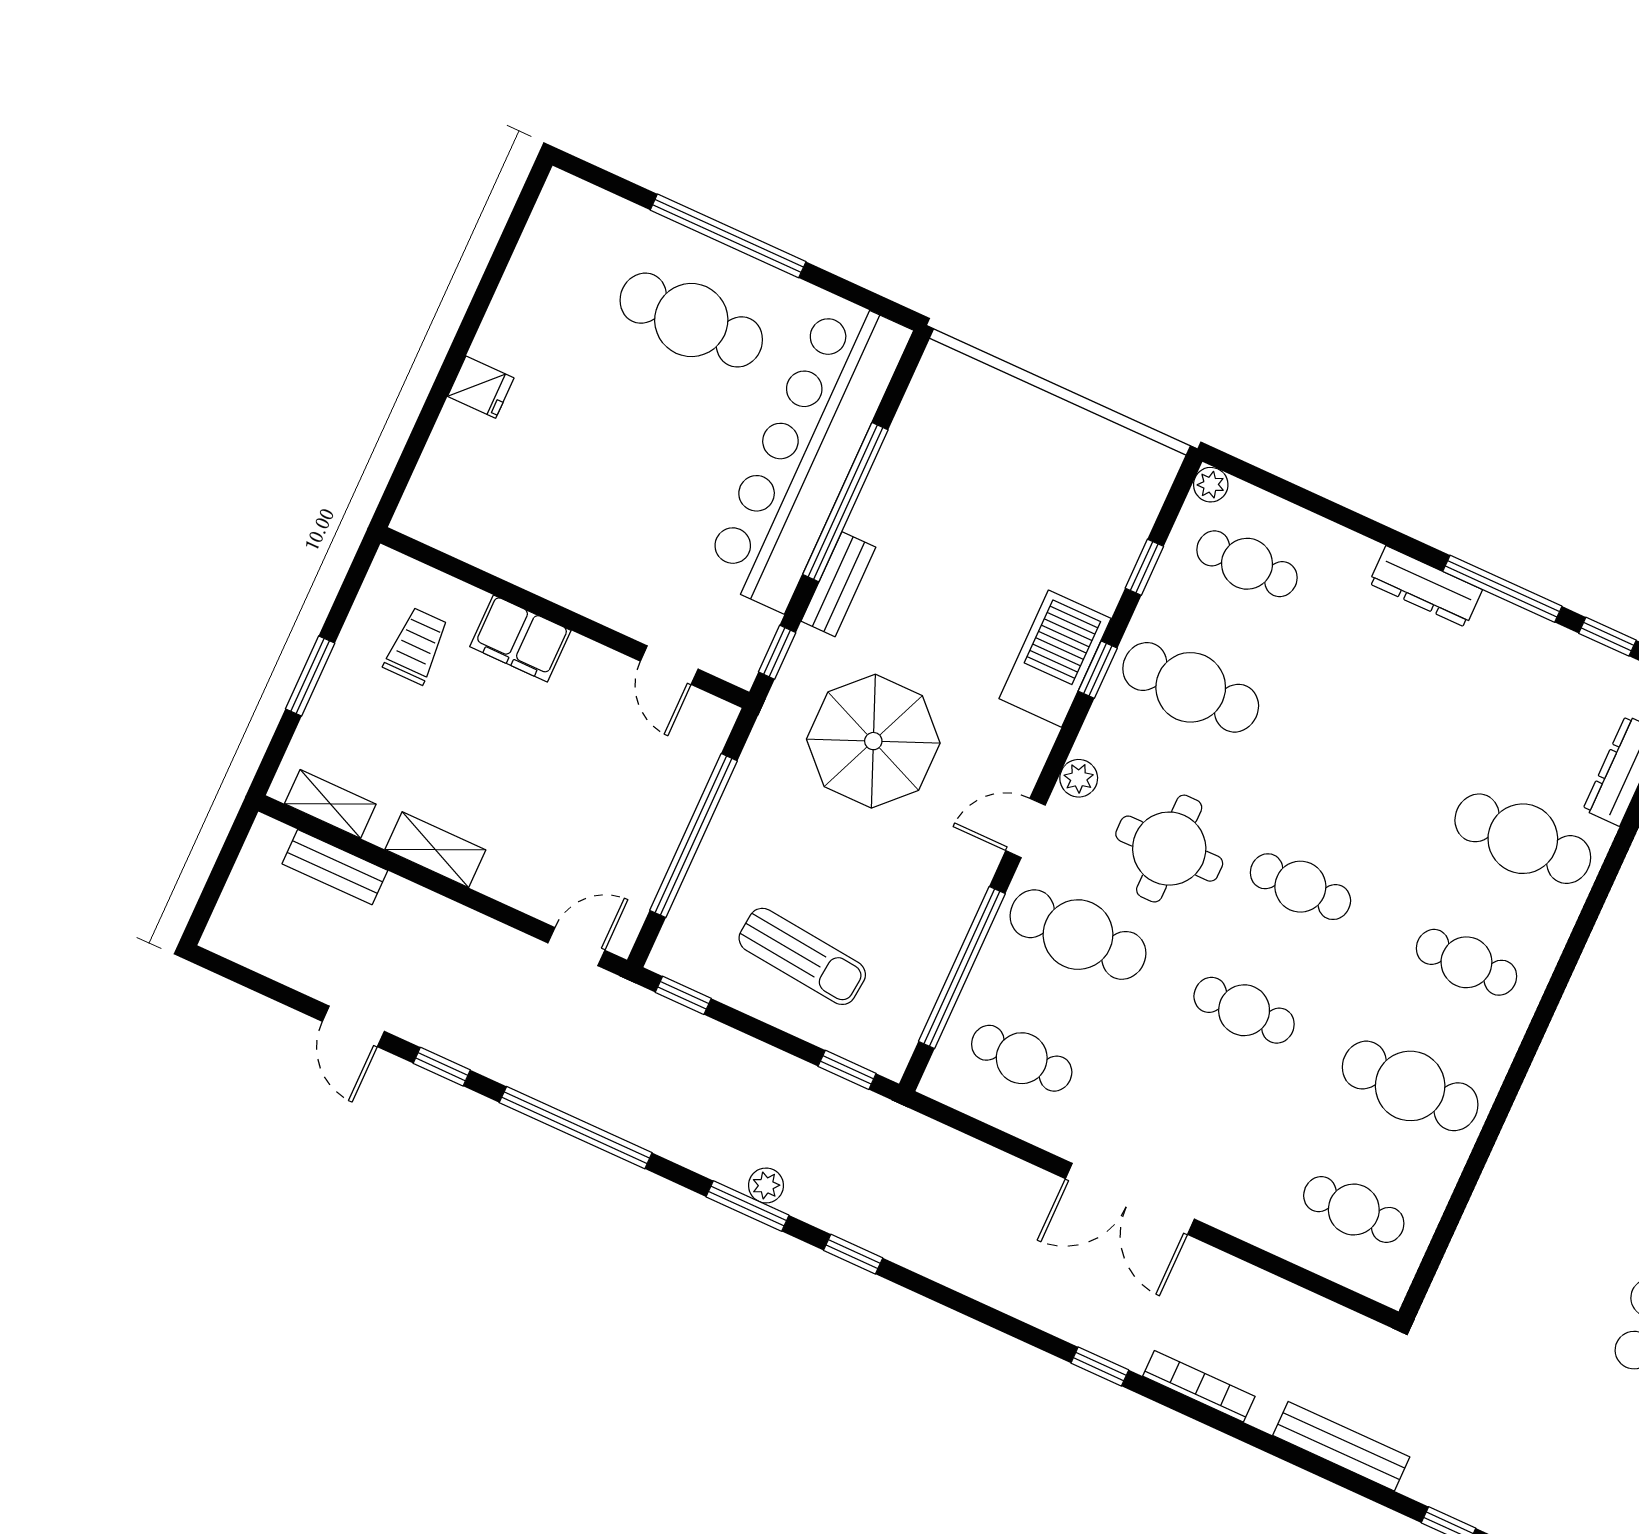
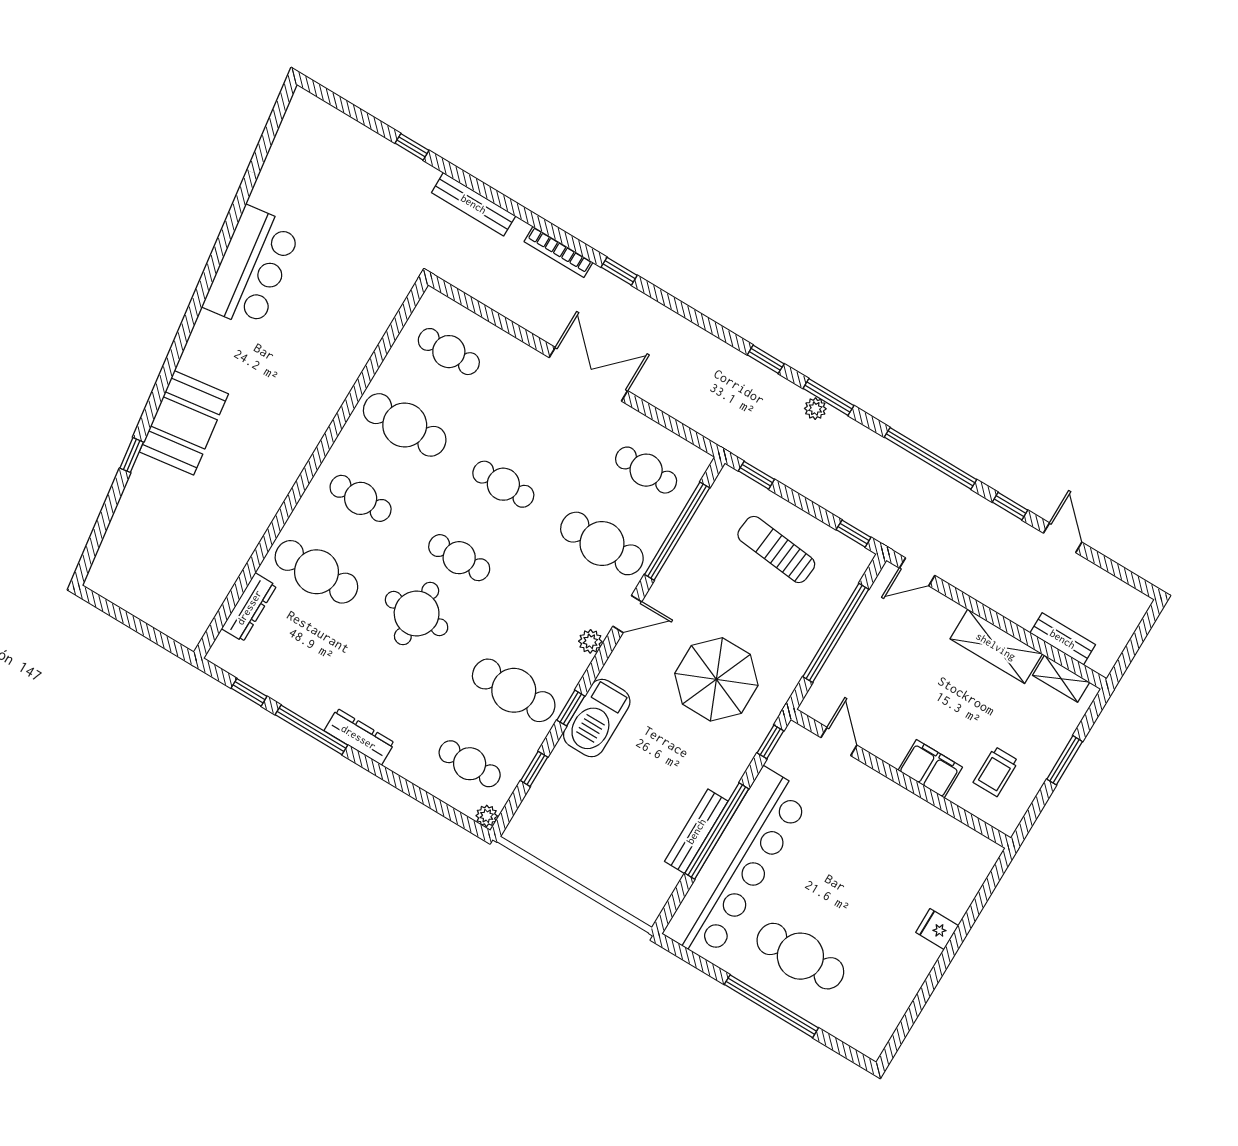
bench: (838, 584) -> (696, 831), moved, width x1.36
round table: (1169, 849) -> (417, 613), moved
shelving: (435, 850) -> (996, 646), width x1.50, depth x1.33

